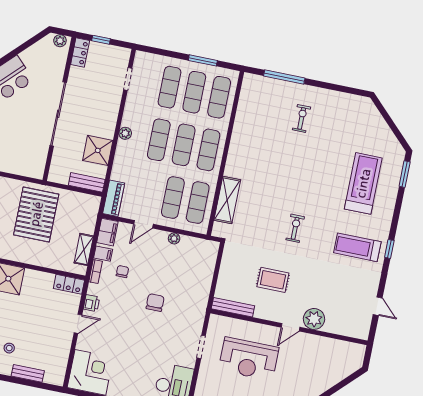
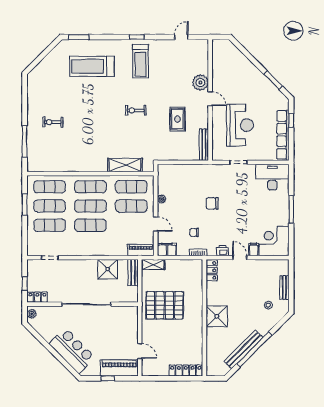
plant: (125, 133) -> (91, 251), removed
shelving: (84, 249) -> (153, 265), moved
filing cabinet: (103, 254) -> (254, 250), moved

